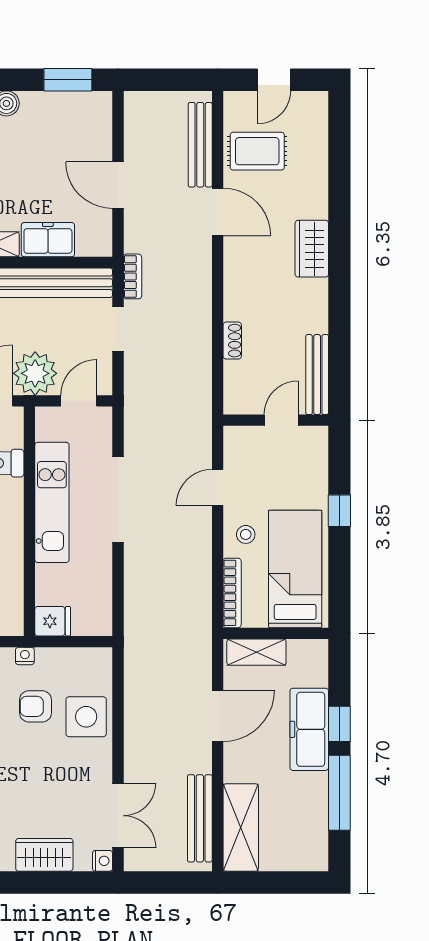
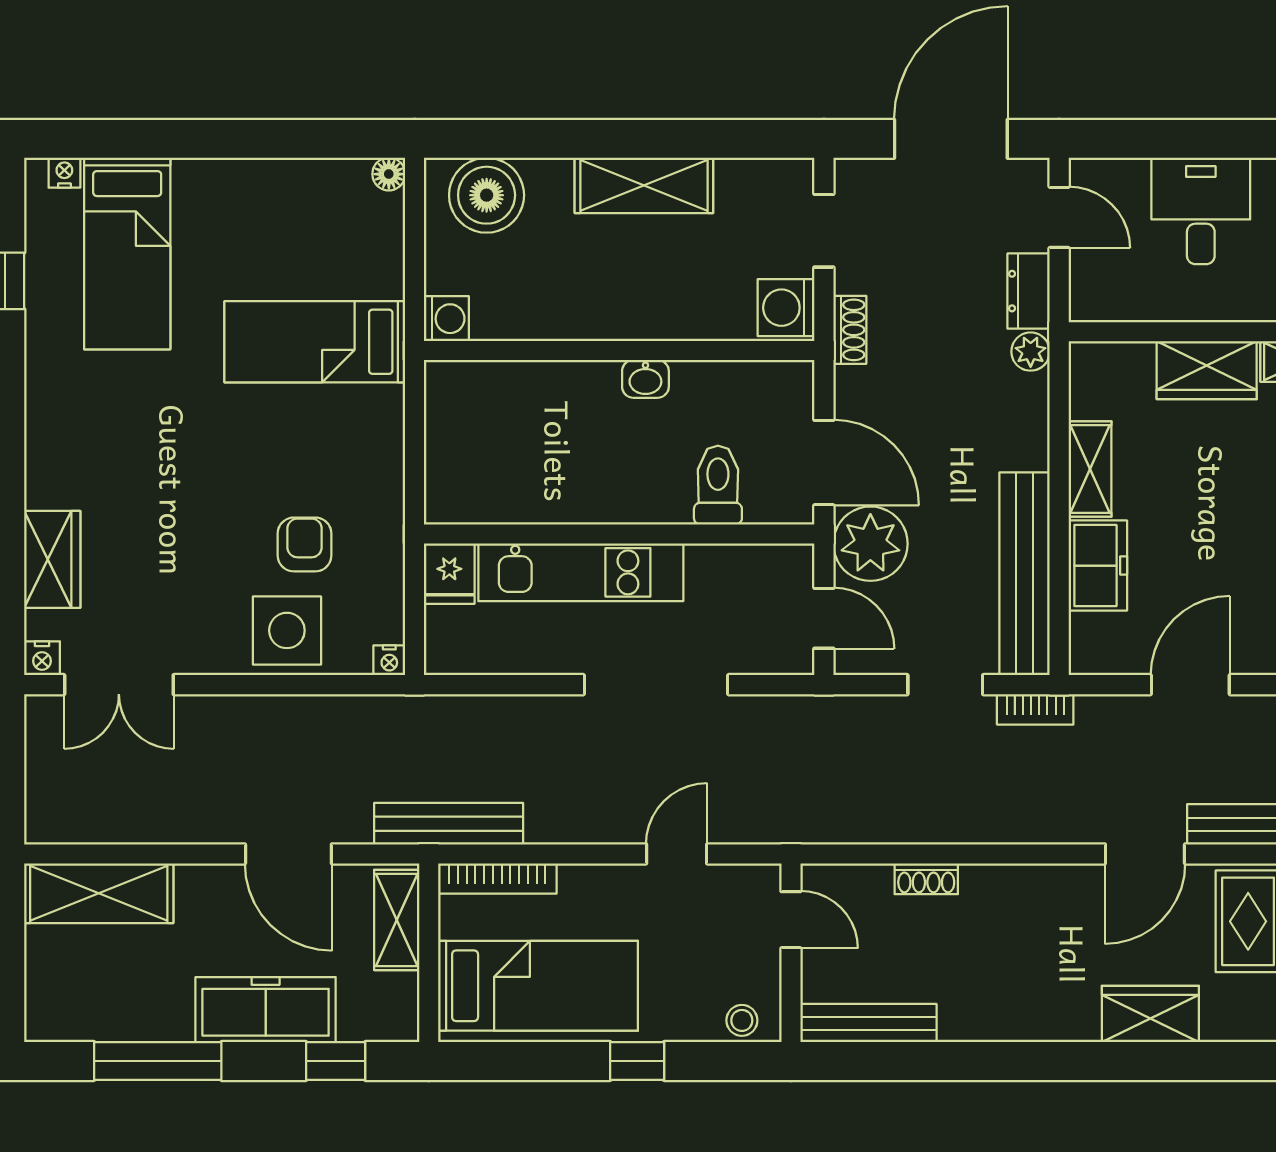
wardrobe: (312, 249) -> (1150, 1014), moved
door: (281, 420) -> (791, 920), moved
door: (218, 487) -> (677, 854), hinge flipped
kitchen unit: (52, 502) -> (581, 572), moved
stool: (246, 534) -> (742, 1020), moved
nightstand: (25, 656) -> (389, 660), moved, turned 90
window: (339, 724) -> (336, 1061), moved
bench: (200, 818) -> (449, 824), moved

